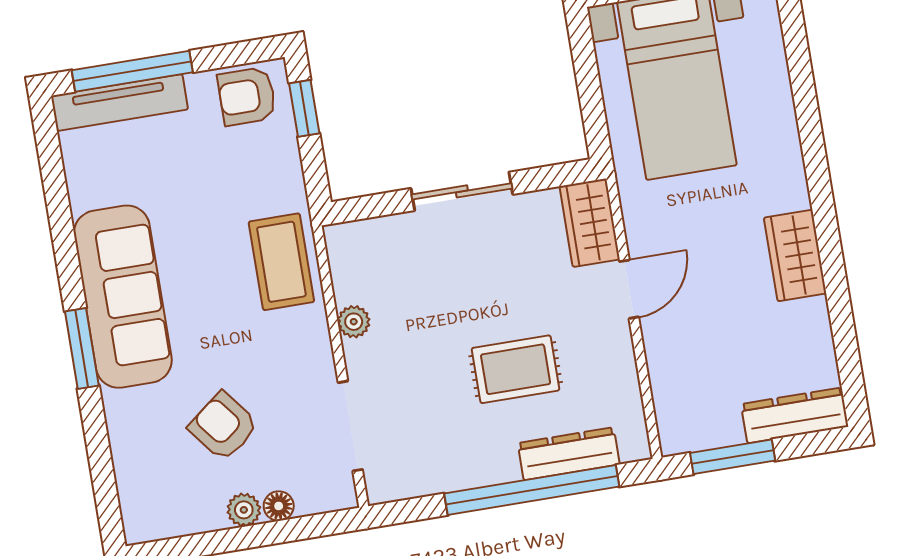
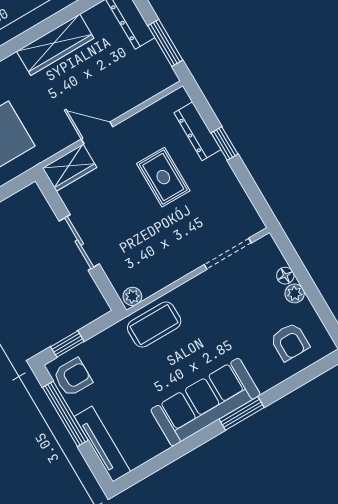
window: (132, 71) -> (65, 414), moved
armchair: (247, 96) -> (73, 377), turned -90
wardrobe: (795, 256) -> (55, 45), width x1.50
plant: (354, 322) -> (132, 296), moved
armchair: (223, 426) -> (290, 342), moved, turned -52
window: (532, 490) -> (225, 143), width x0.32

